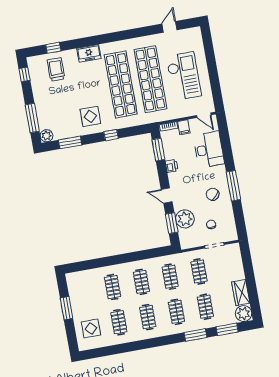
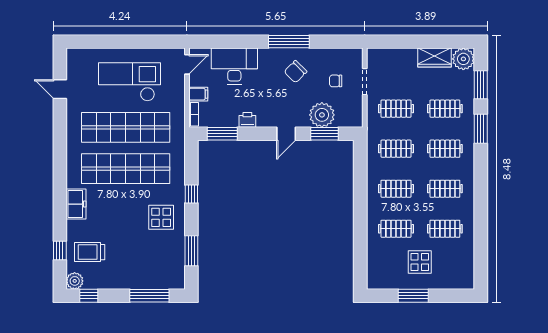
plant: (46, 136) -> (75, 281), moved
display table: (91, 328) -> (420, 262), moved

